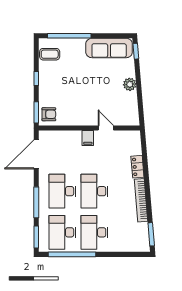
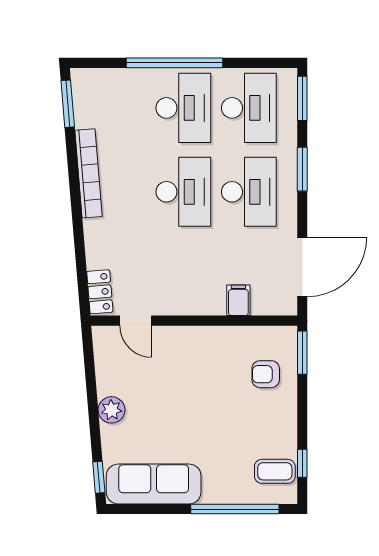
window: (36, 78) -> (302, 463), moved
armchair: (49, 114) -> (266, 374), moved
door: (106, 128) -> (136, 321), moved
filing cabinet: (88, 138) -> (238, 300), moved
locker: (137, 167) -> (100, 292), moved
window: (36, 202) -> (302, 169), width x0.69
window: (72, 254) -> (175, 63), moved

